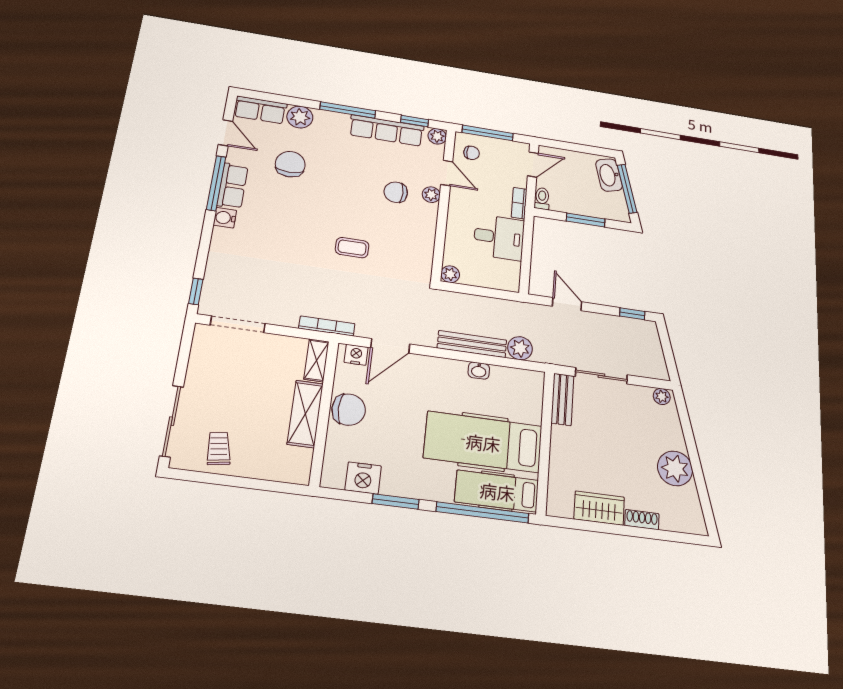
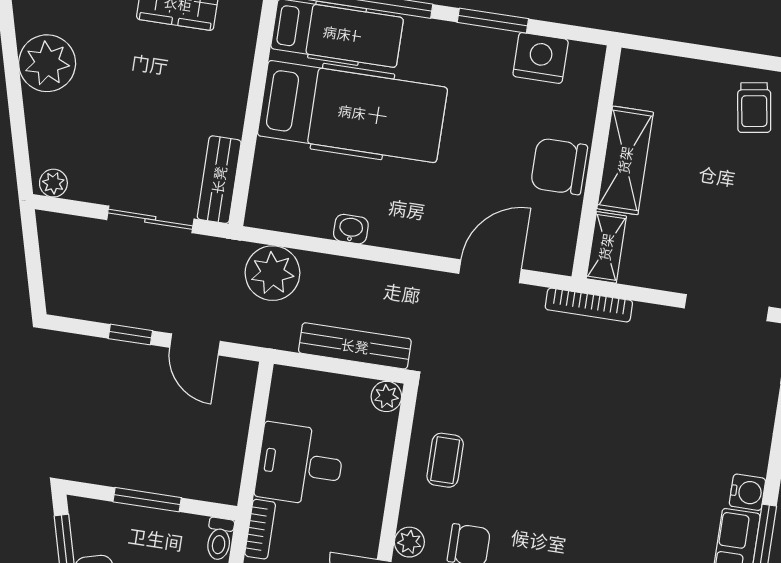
coffee table: (352, 248) -> (445, 460), moved, turned 90
window: (632, 314) -> (130, 335), moved
bench: (472, 344) -> (355, 346), moved
plant: (520, 348) -> (272, 273), width x1.36, depth x1.36
nightstand: (356, 355) -> (544, 256), removed

